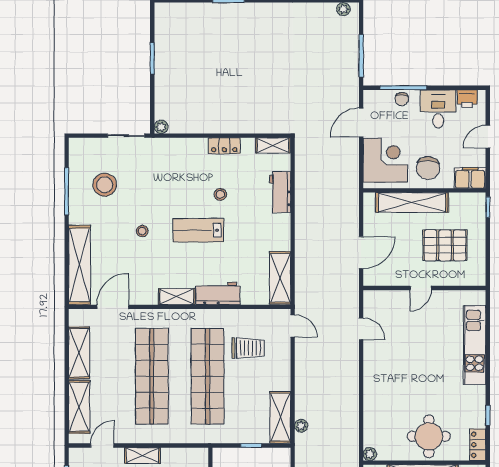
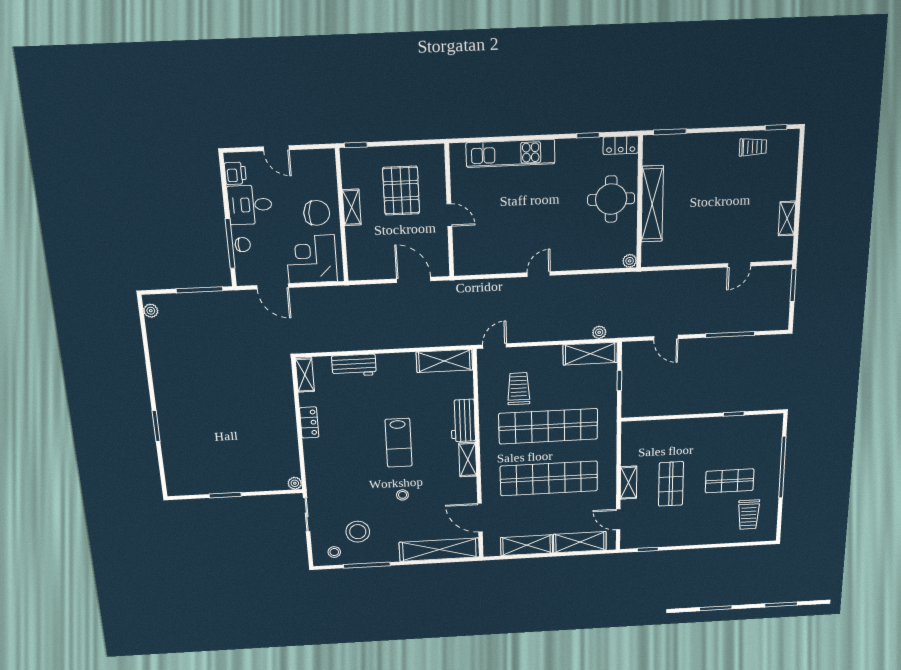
filing cabinet: (470, 178) -> (324, 166), removed
stool: (220, 194) -> (334, 552), moved
shelving: (412, 202) -> (352, 207), width x0.45, depth x0.75
door: (361, 329) -> (539, 274), moved

